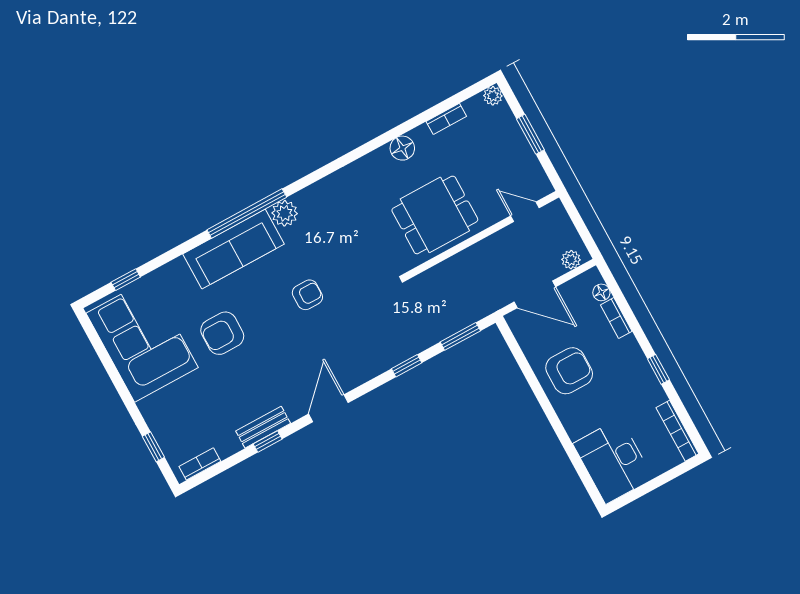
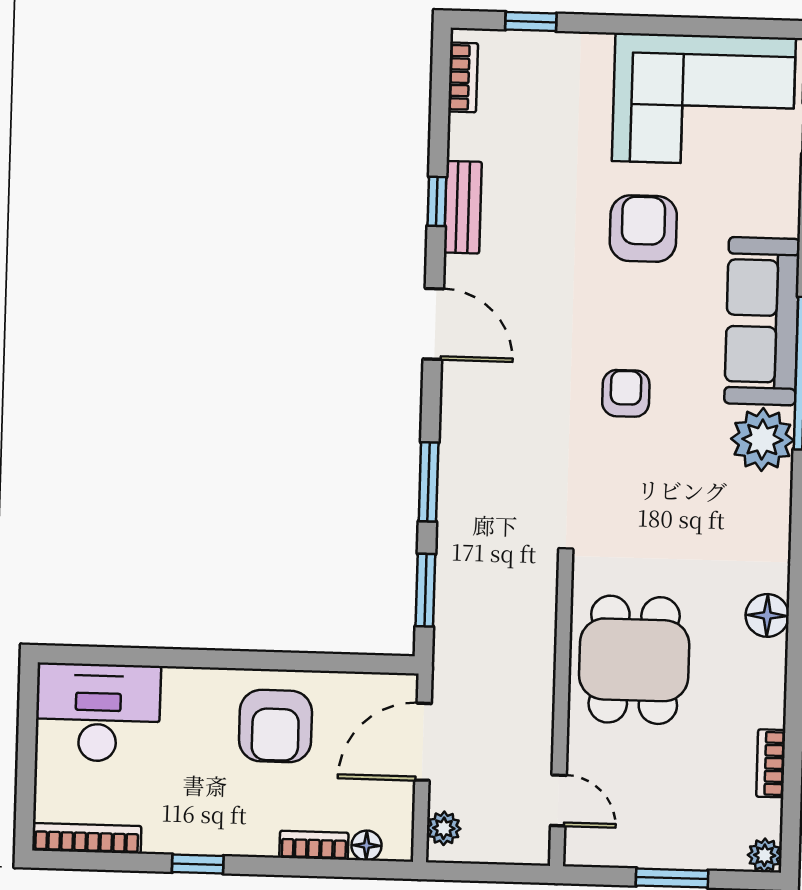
floor lamp: (402, 148) -> (767, 615), moved
door: (525, 212) -> (558, 800), hinge flipped
plant: (285, 213) -> (762, 440), width x1.36, depth x1.36
armchair: (307, 295) -> (626, 393), turned 180
window: (407, 366) -> (429, 482), width x1.50

